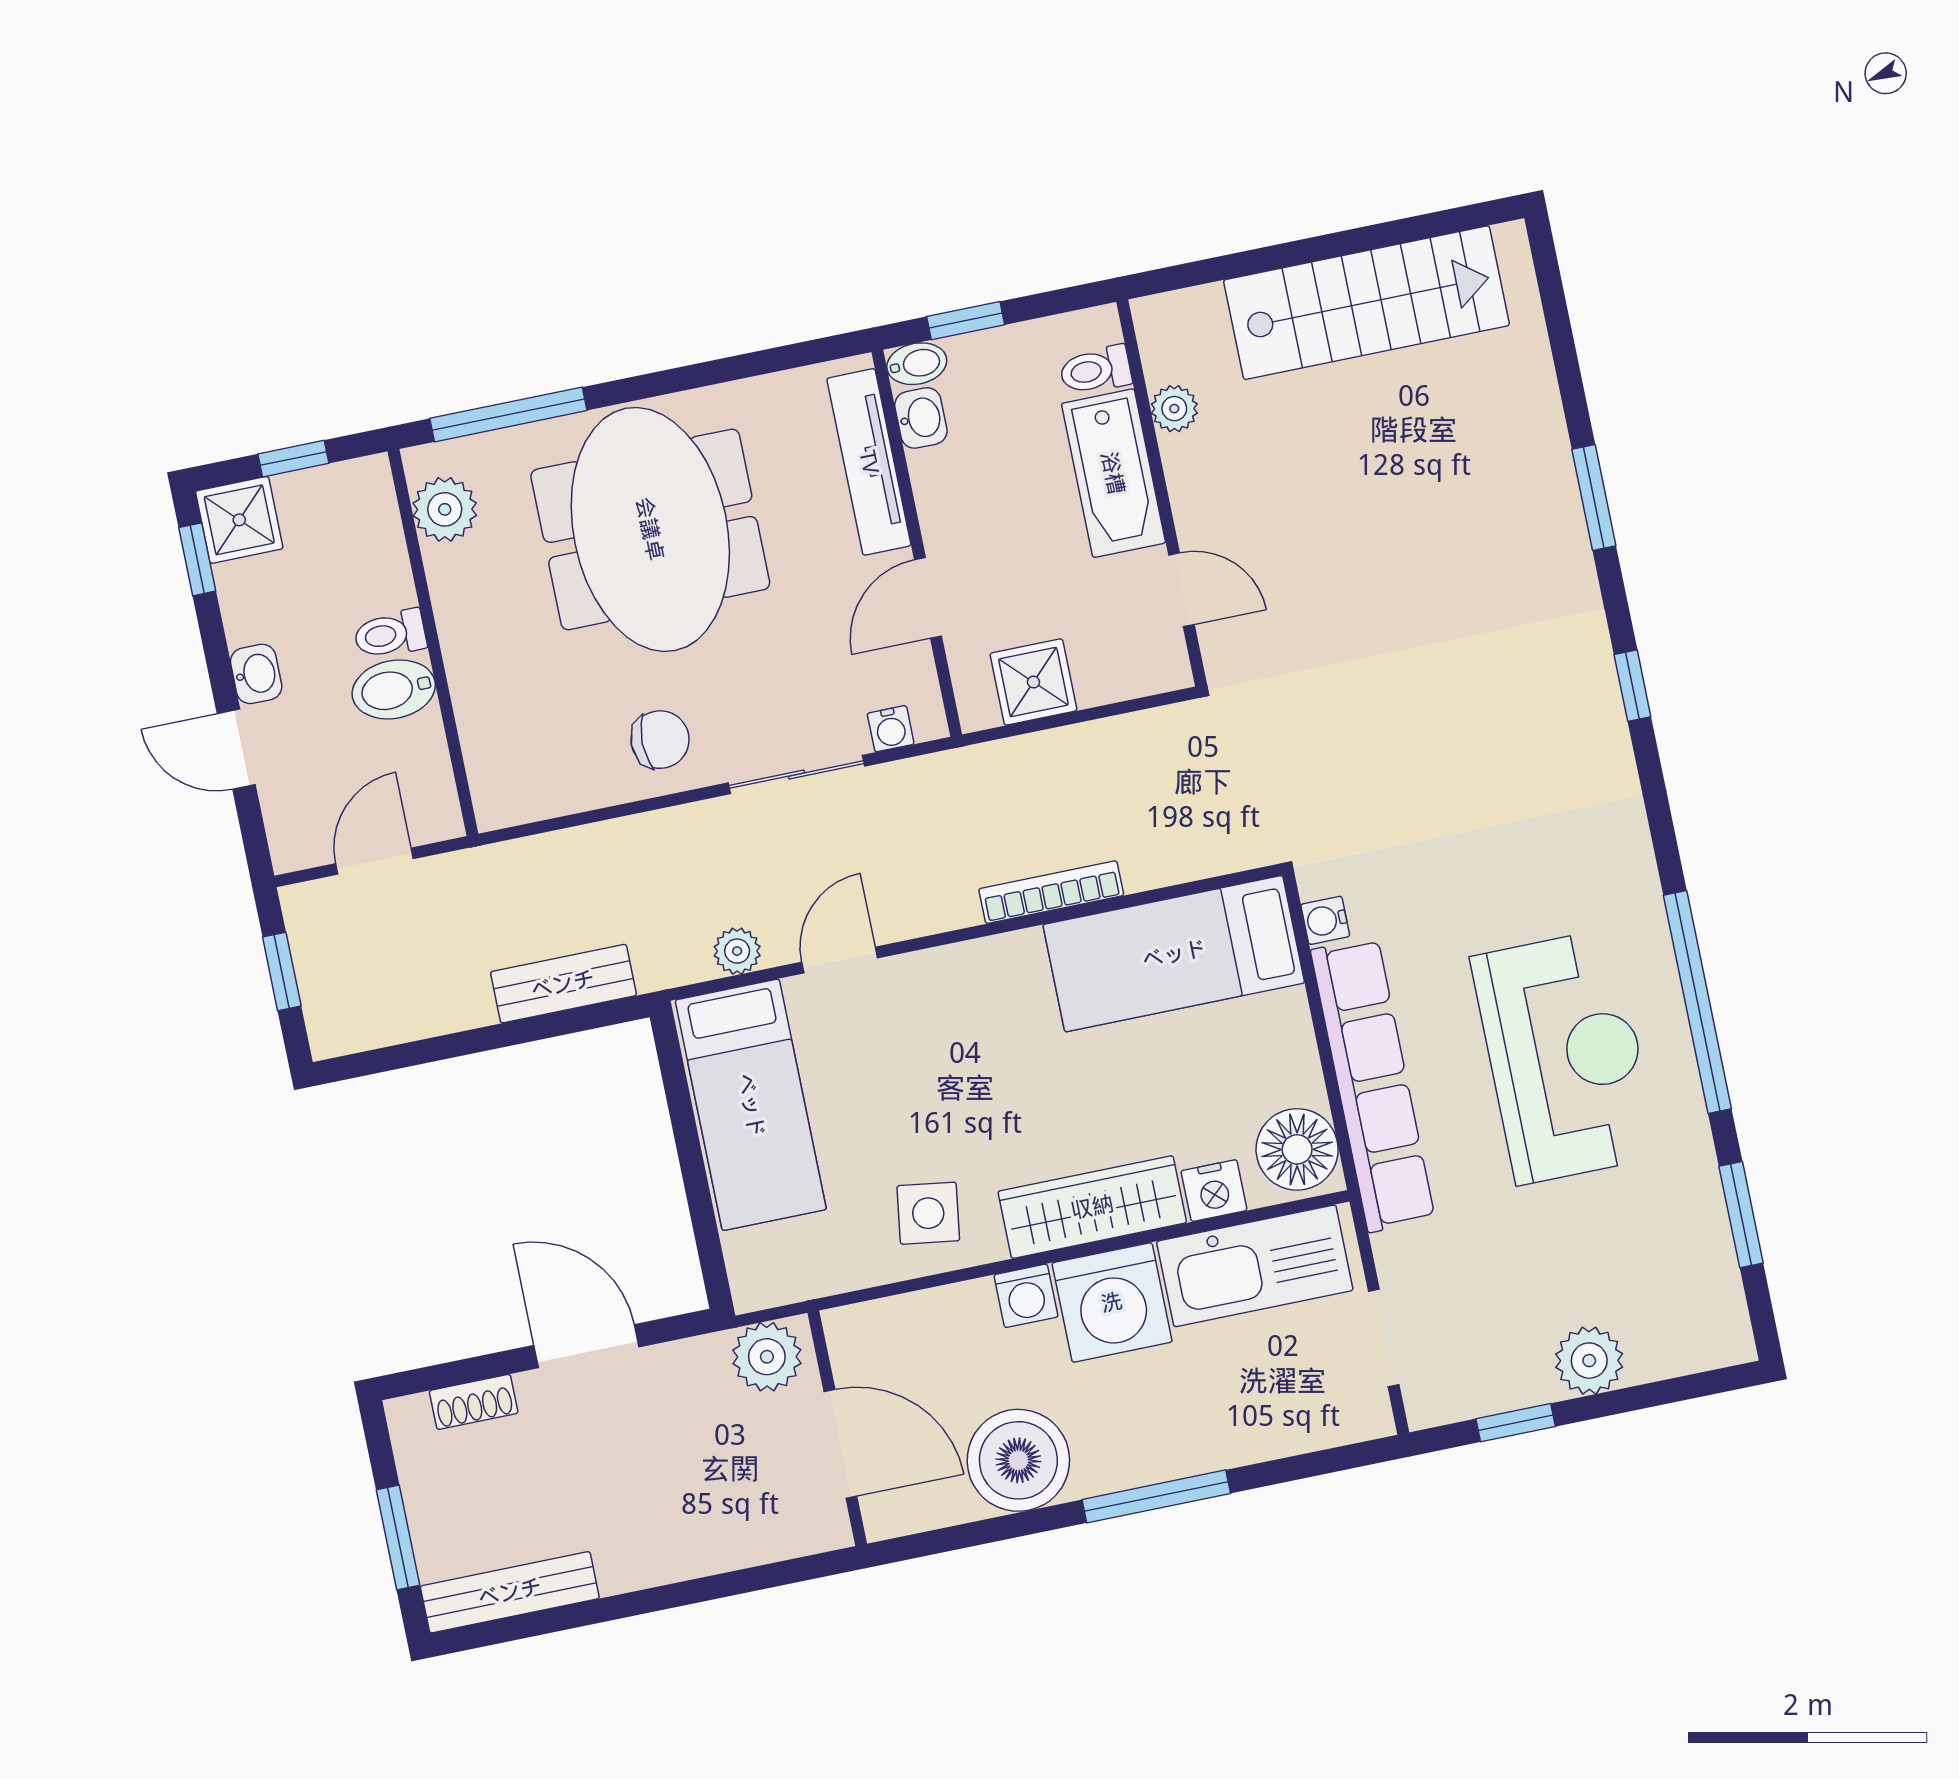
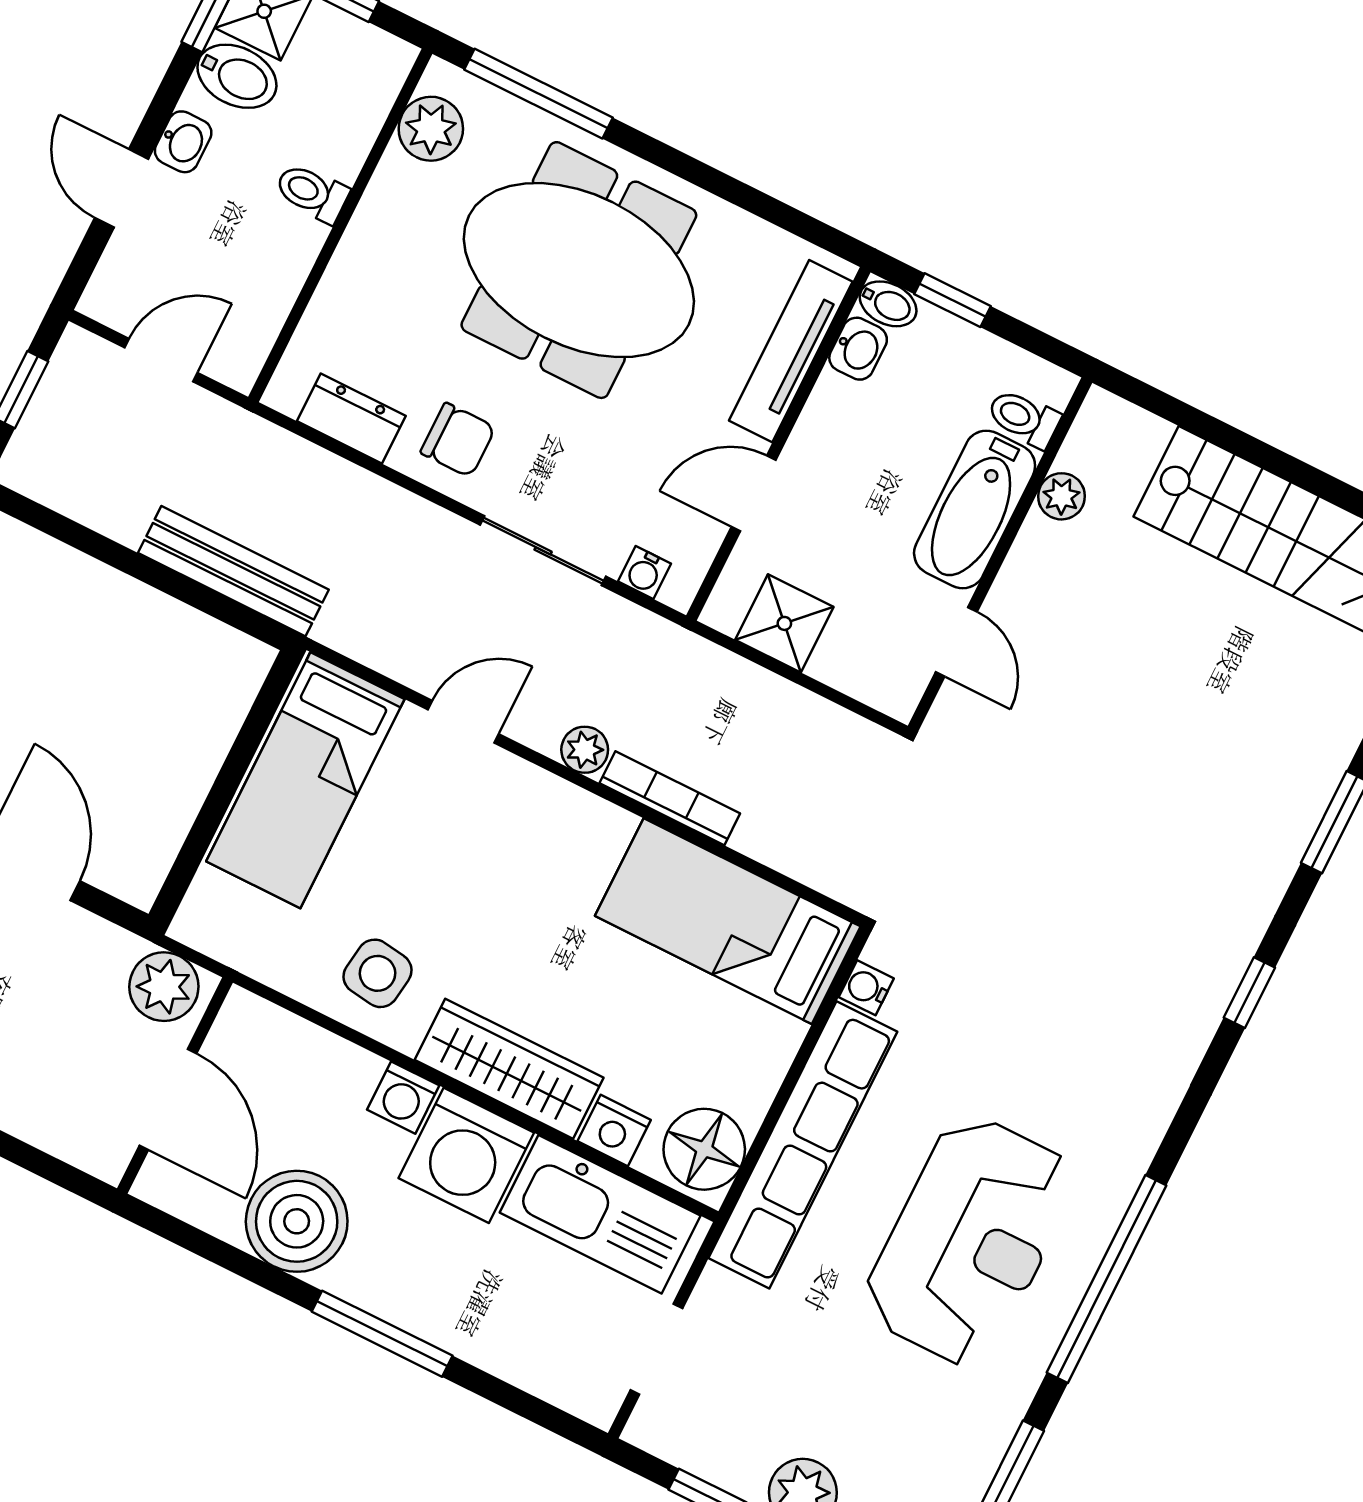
meeting table: (650, 529) -> (579, 270), turned 90
bidet: (394, 689) -> (237, 76), moved, turned 180
dresser: (562, 789) -> (351, 419), added
plant: (737, 951) -> (585, 750), moved
bench: (563, 984) -> (233, 571), width x1.36

